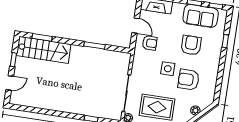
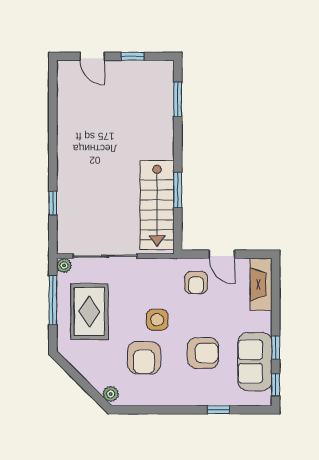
door: (136, 26) -> (222, 254), hinge flipped
stairs: (44, 50) -> (157, 205), moved
armchair: (189, 80) -> (144, 358), turned 180
plant: (195, 110) -> (111, 394), moved

